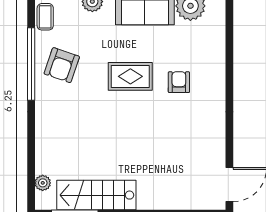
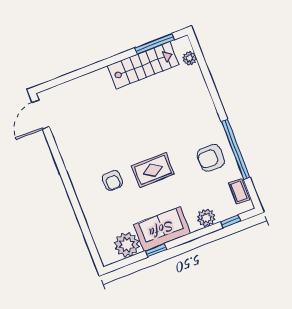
armchair: (62, 65) -> (211, 158), turned -109

